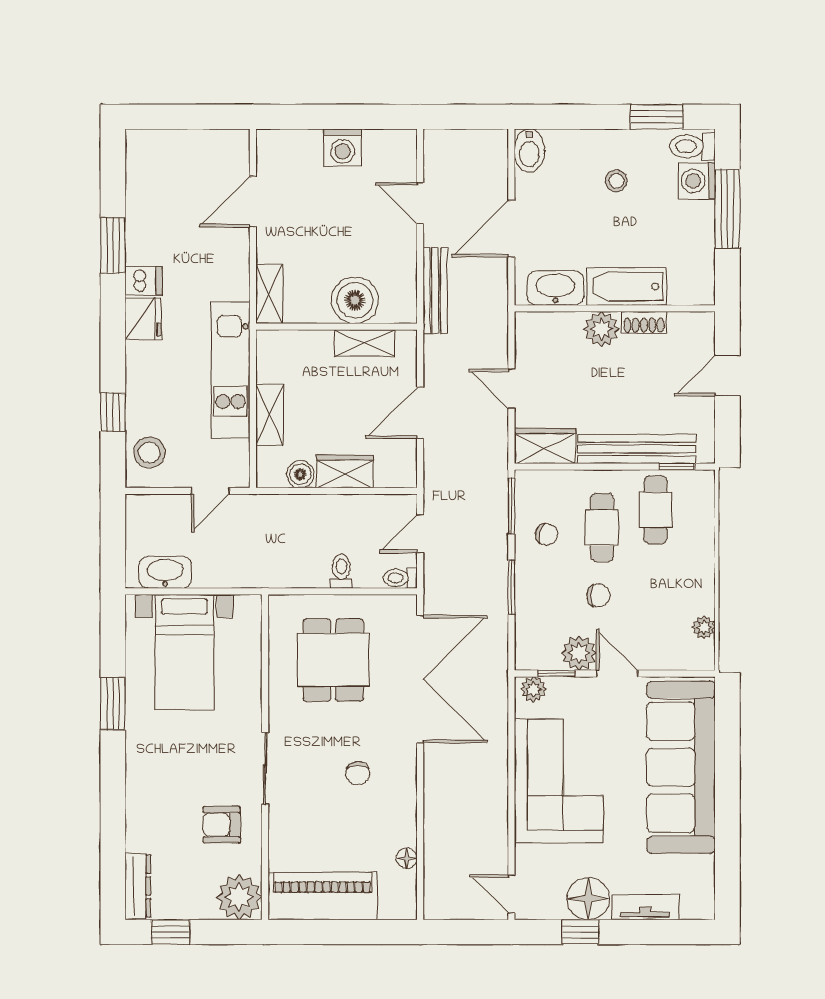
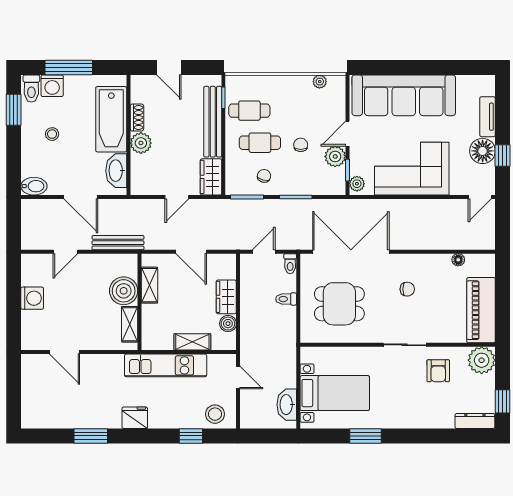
dishwasher: (143, 281) -> (112, 418), removed
bathtub: (626, 286) -> (111, 119), width x1.36, depth x1.36
shelving: (269, 294) -> (130, 324), moved, turned 90
door: (420, 534) -> (264, 252), swing flipped

